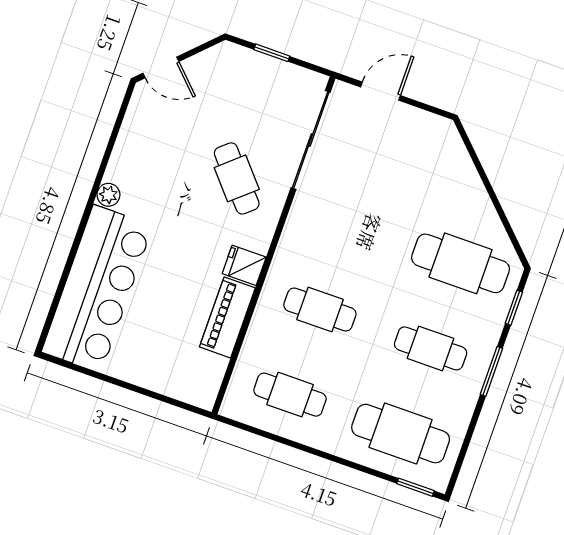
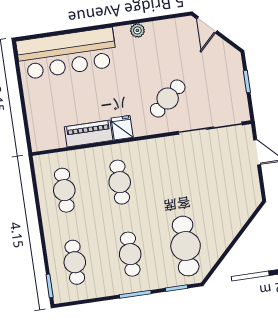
plant: (108, 195) -> (137, 30), moved
cafe table: (401, 434) -> (75, 262), width x0.73, depth x0.74

